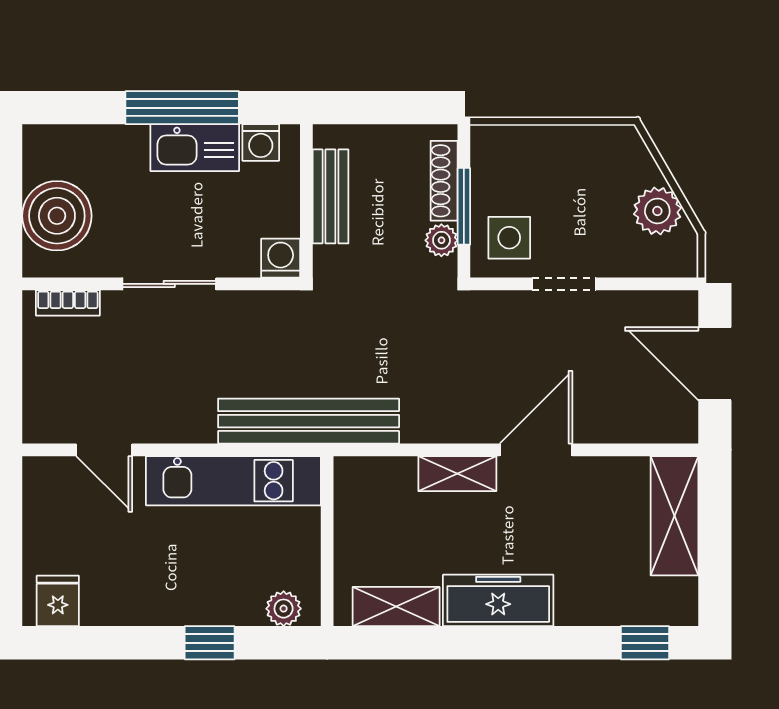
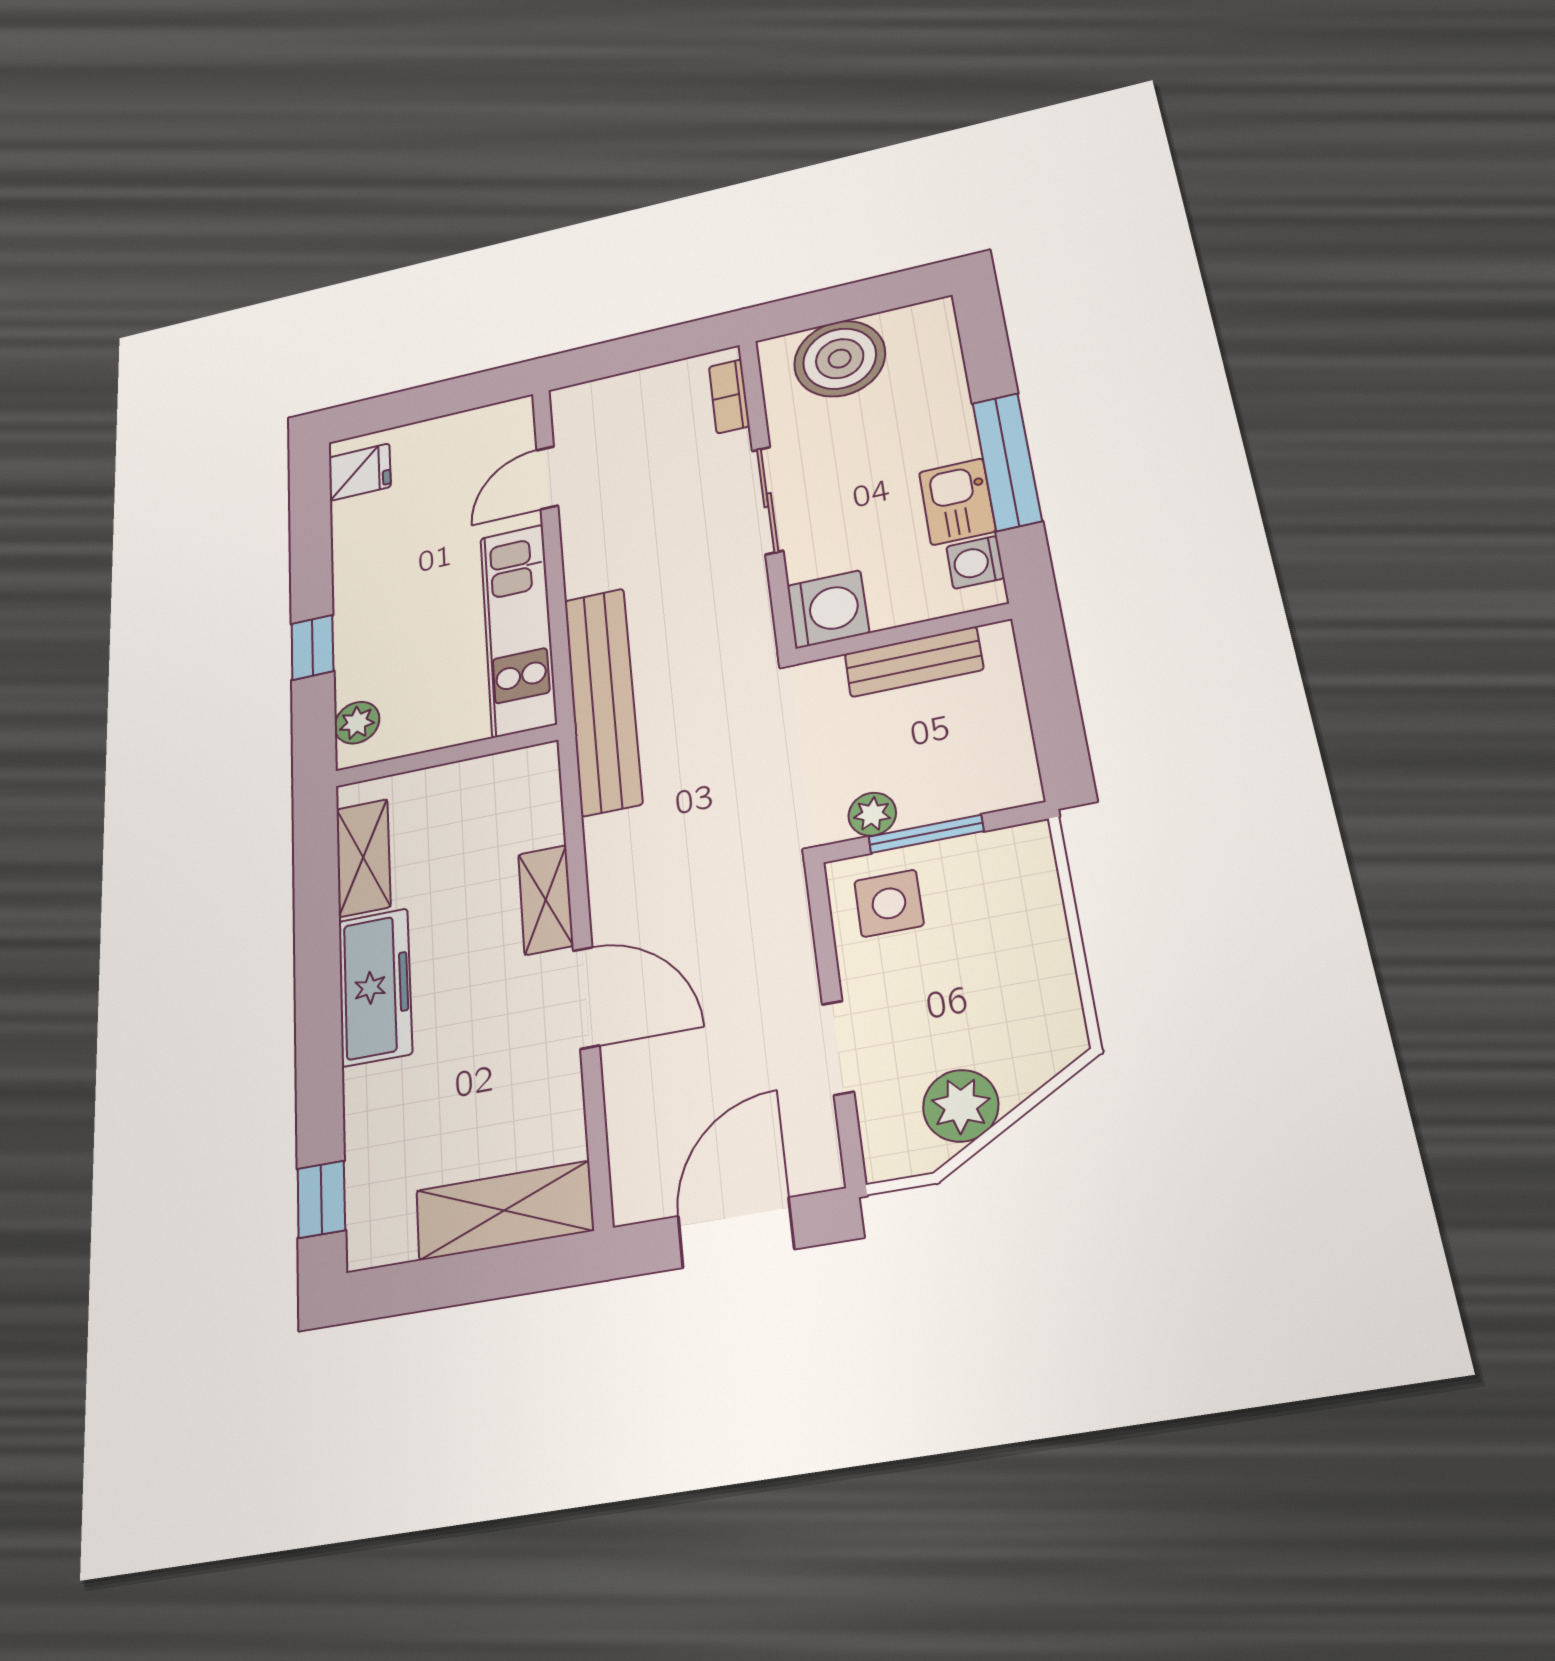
kitchen sink: (195, 148) -> (957, 502), width x0.73
shoe rack: (444, 181) -> (959, 801), removed
washing machine: (281, 258) -> (828, 609), width x1.38, depth x1.38
doorway: (564, 284) -> (838, 1048), moved

